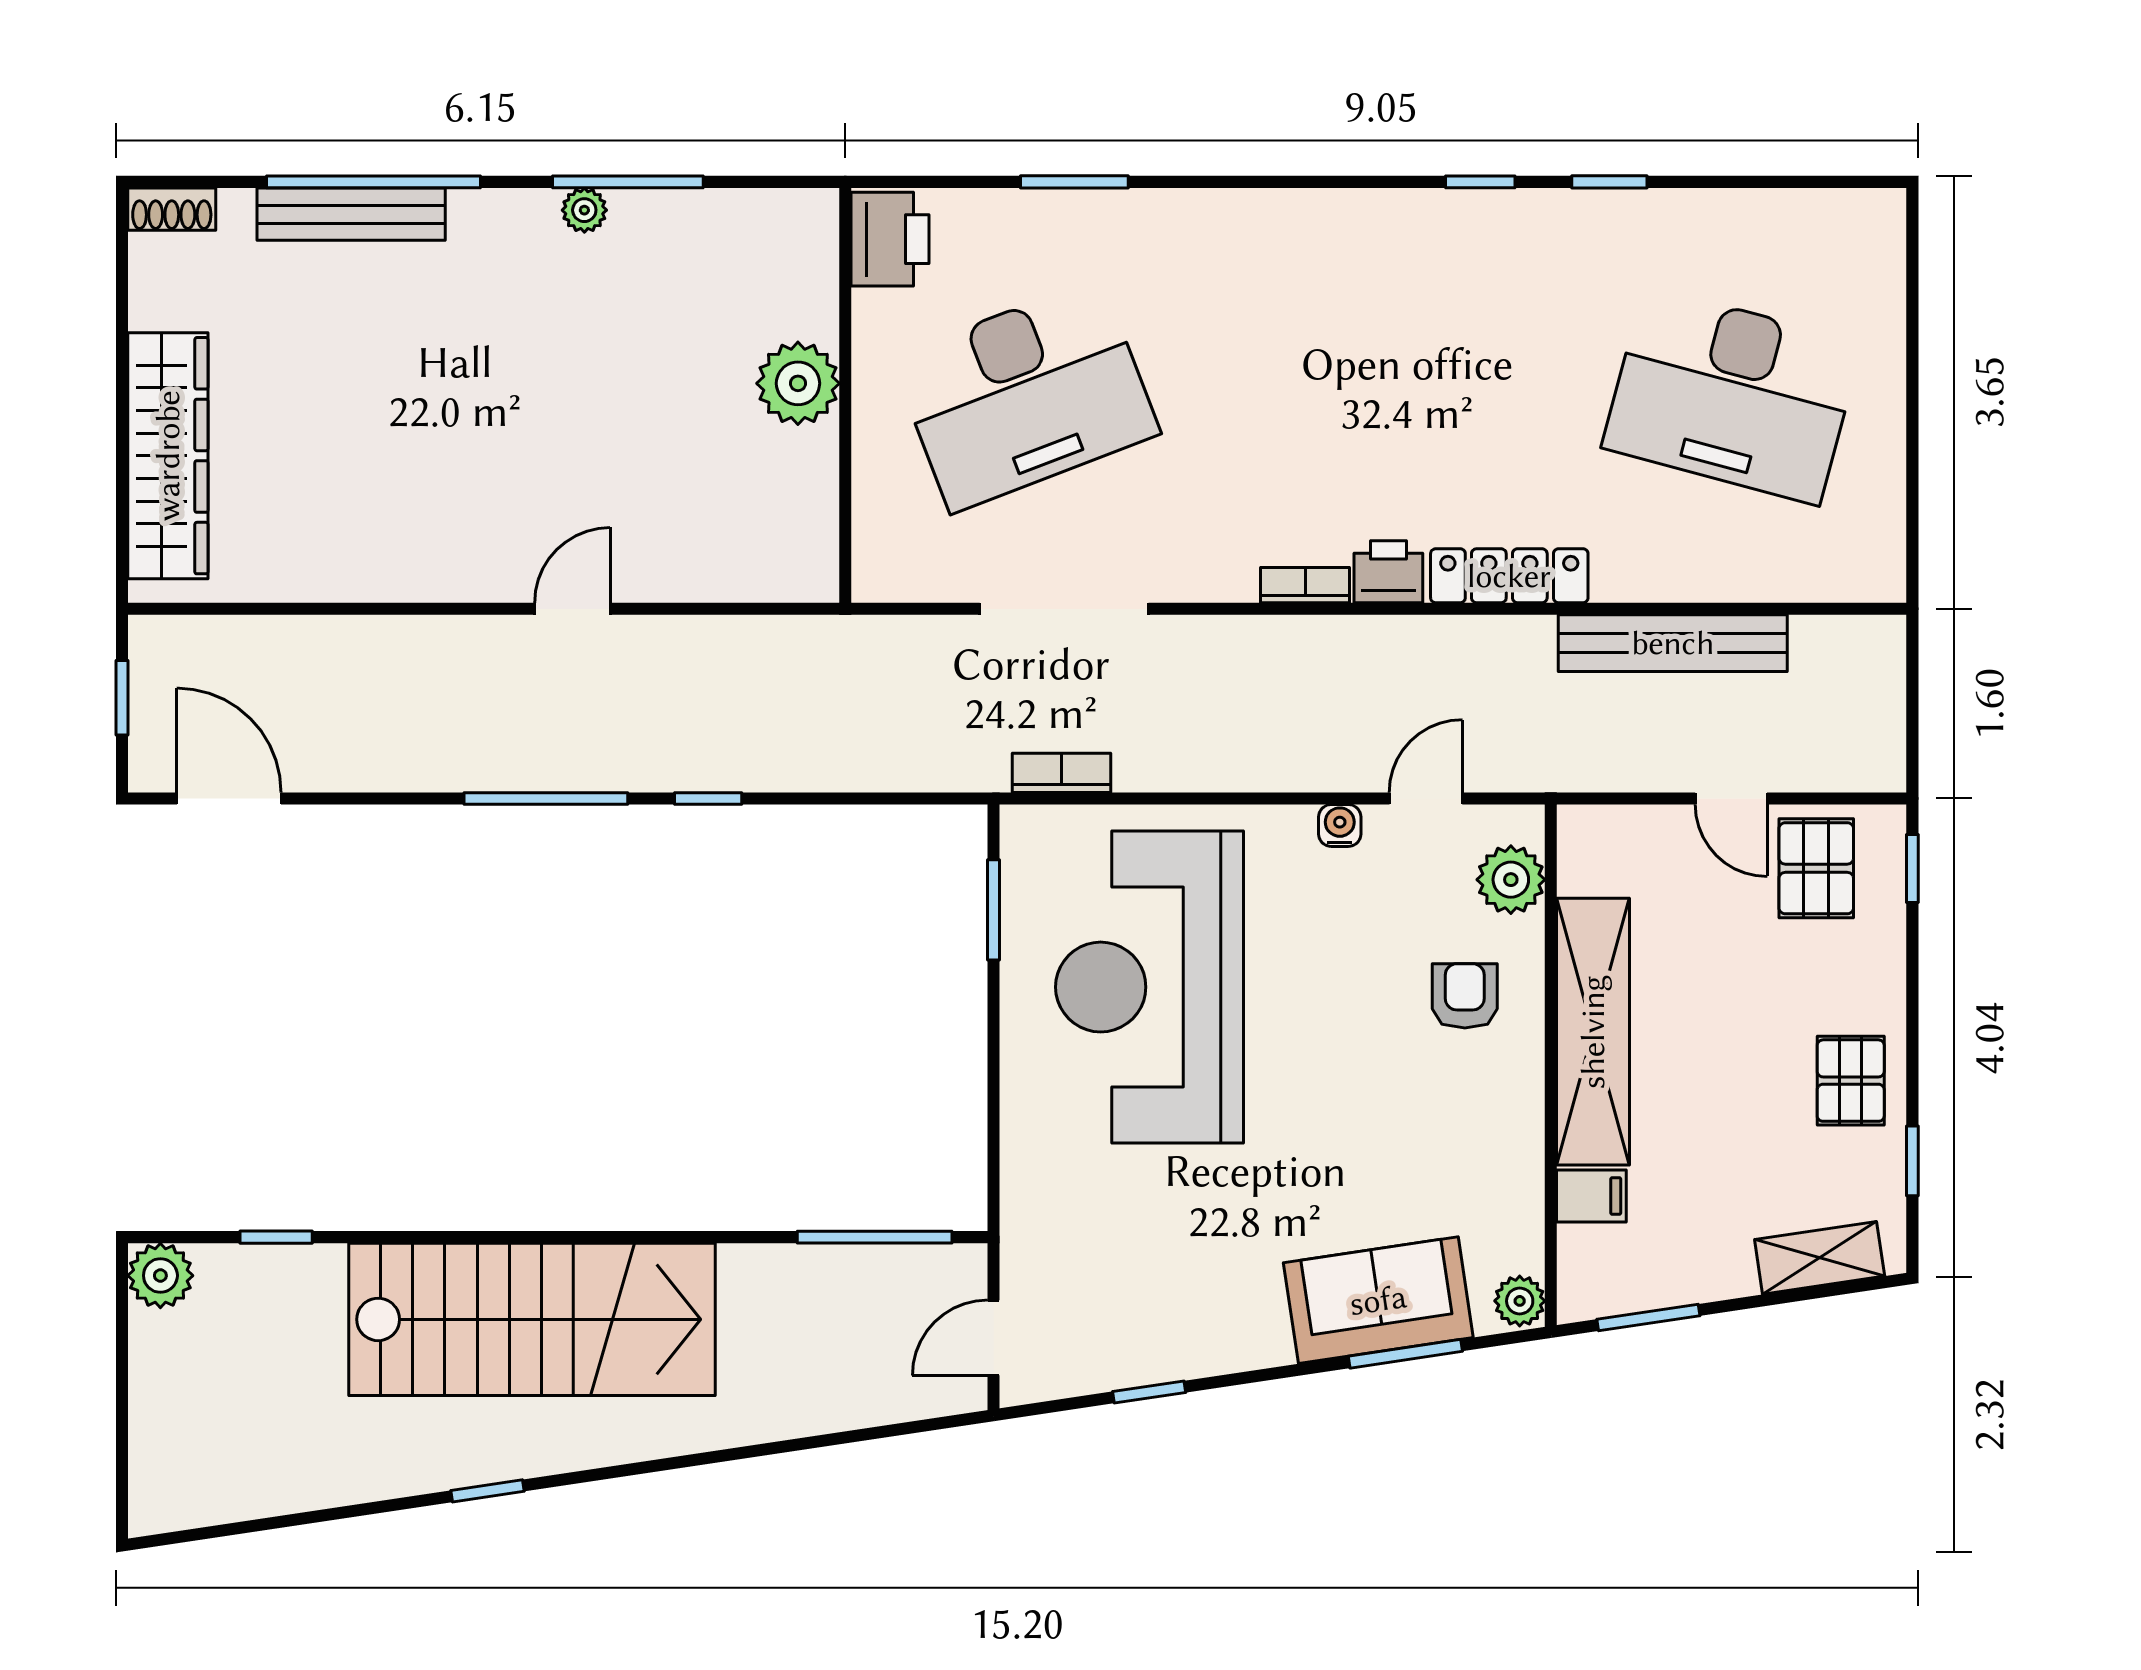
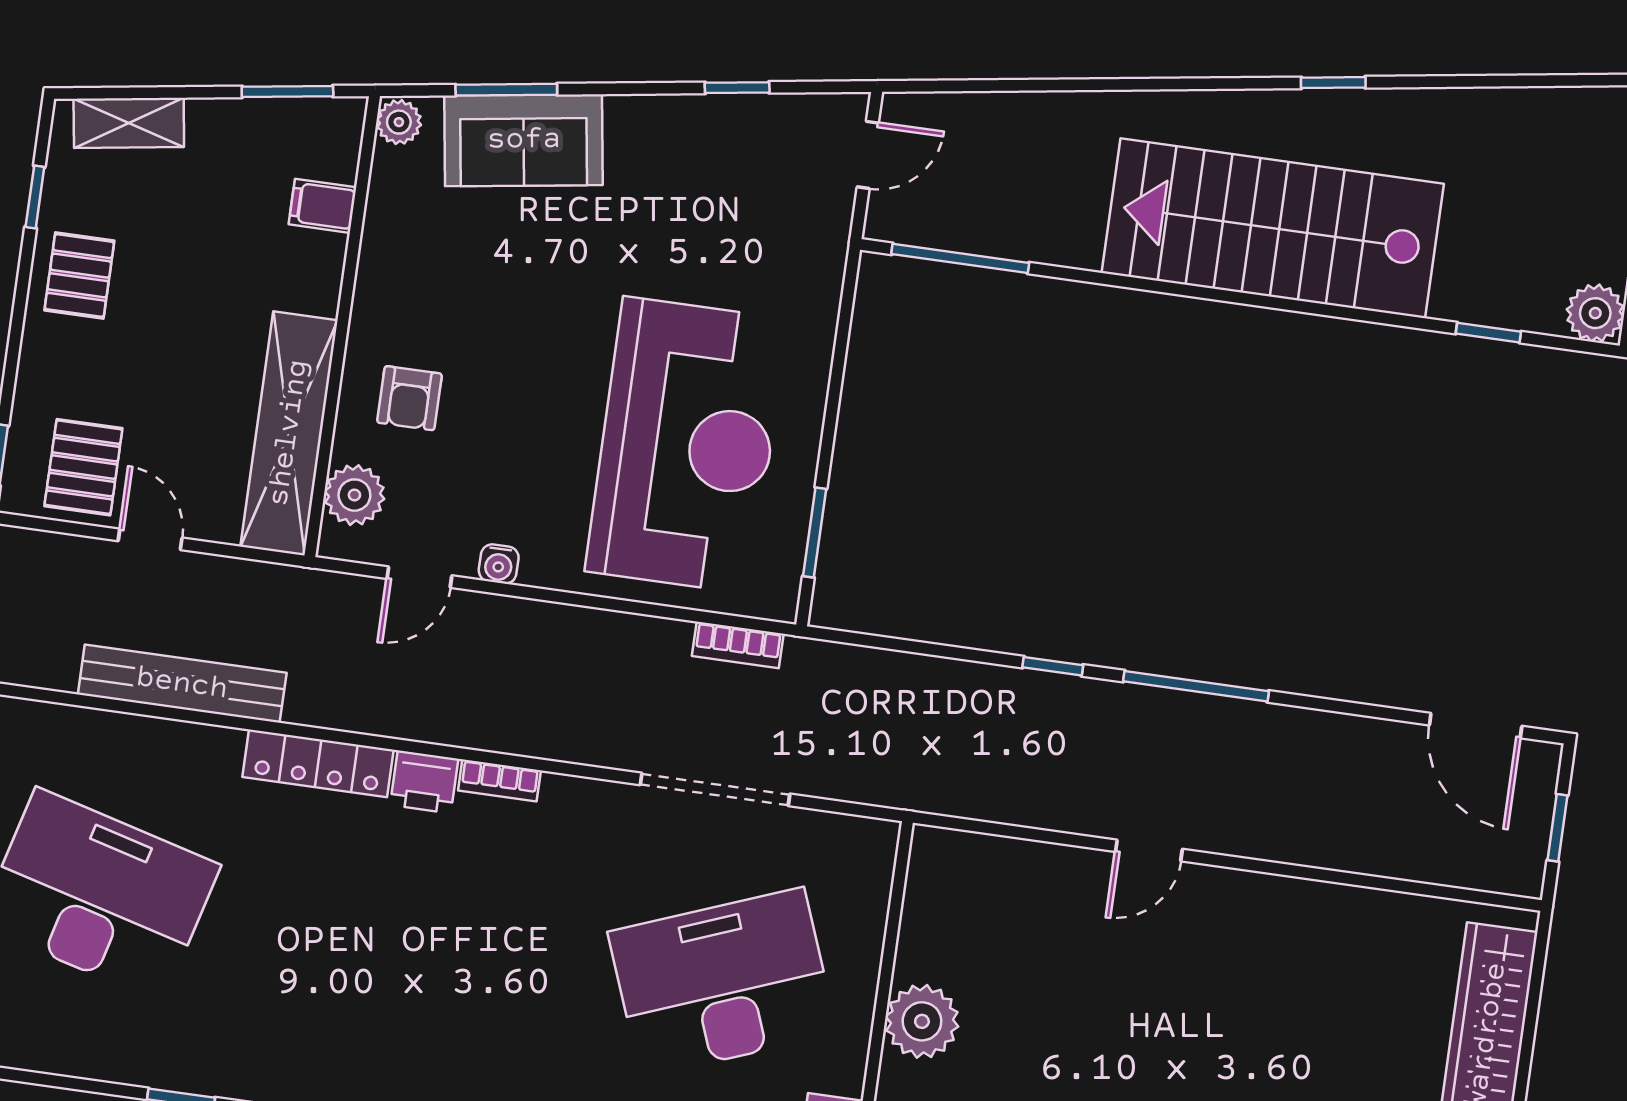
shelving: (1593, 1032) -> (289, 433), moved

